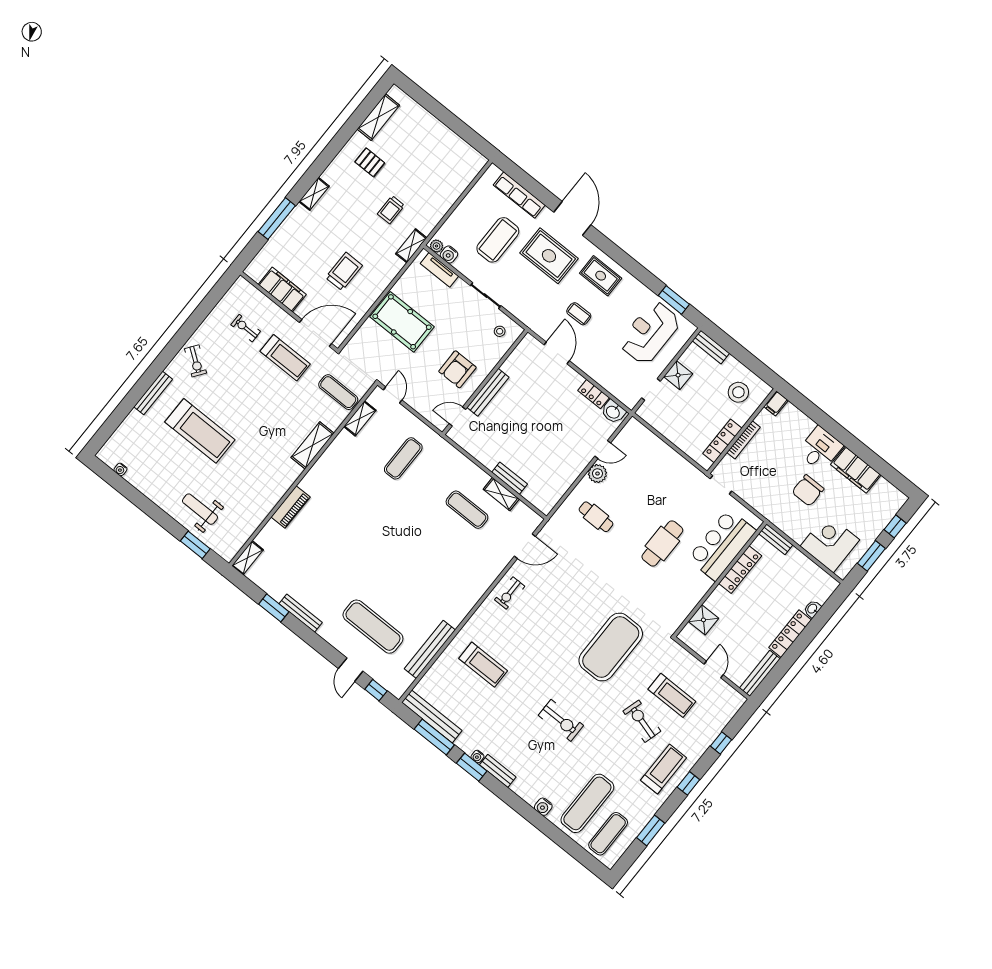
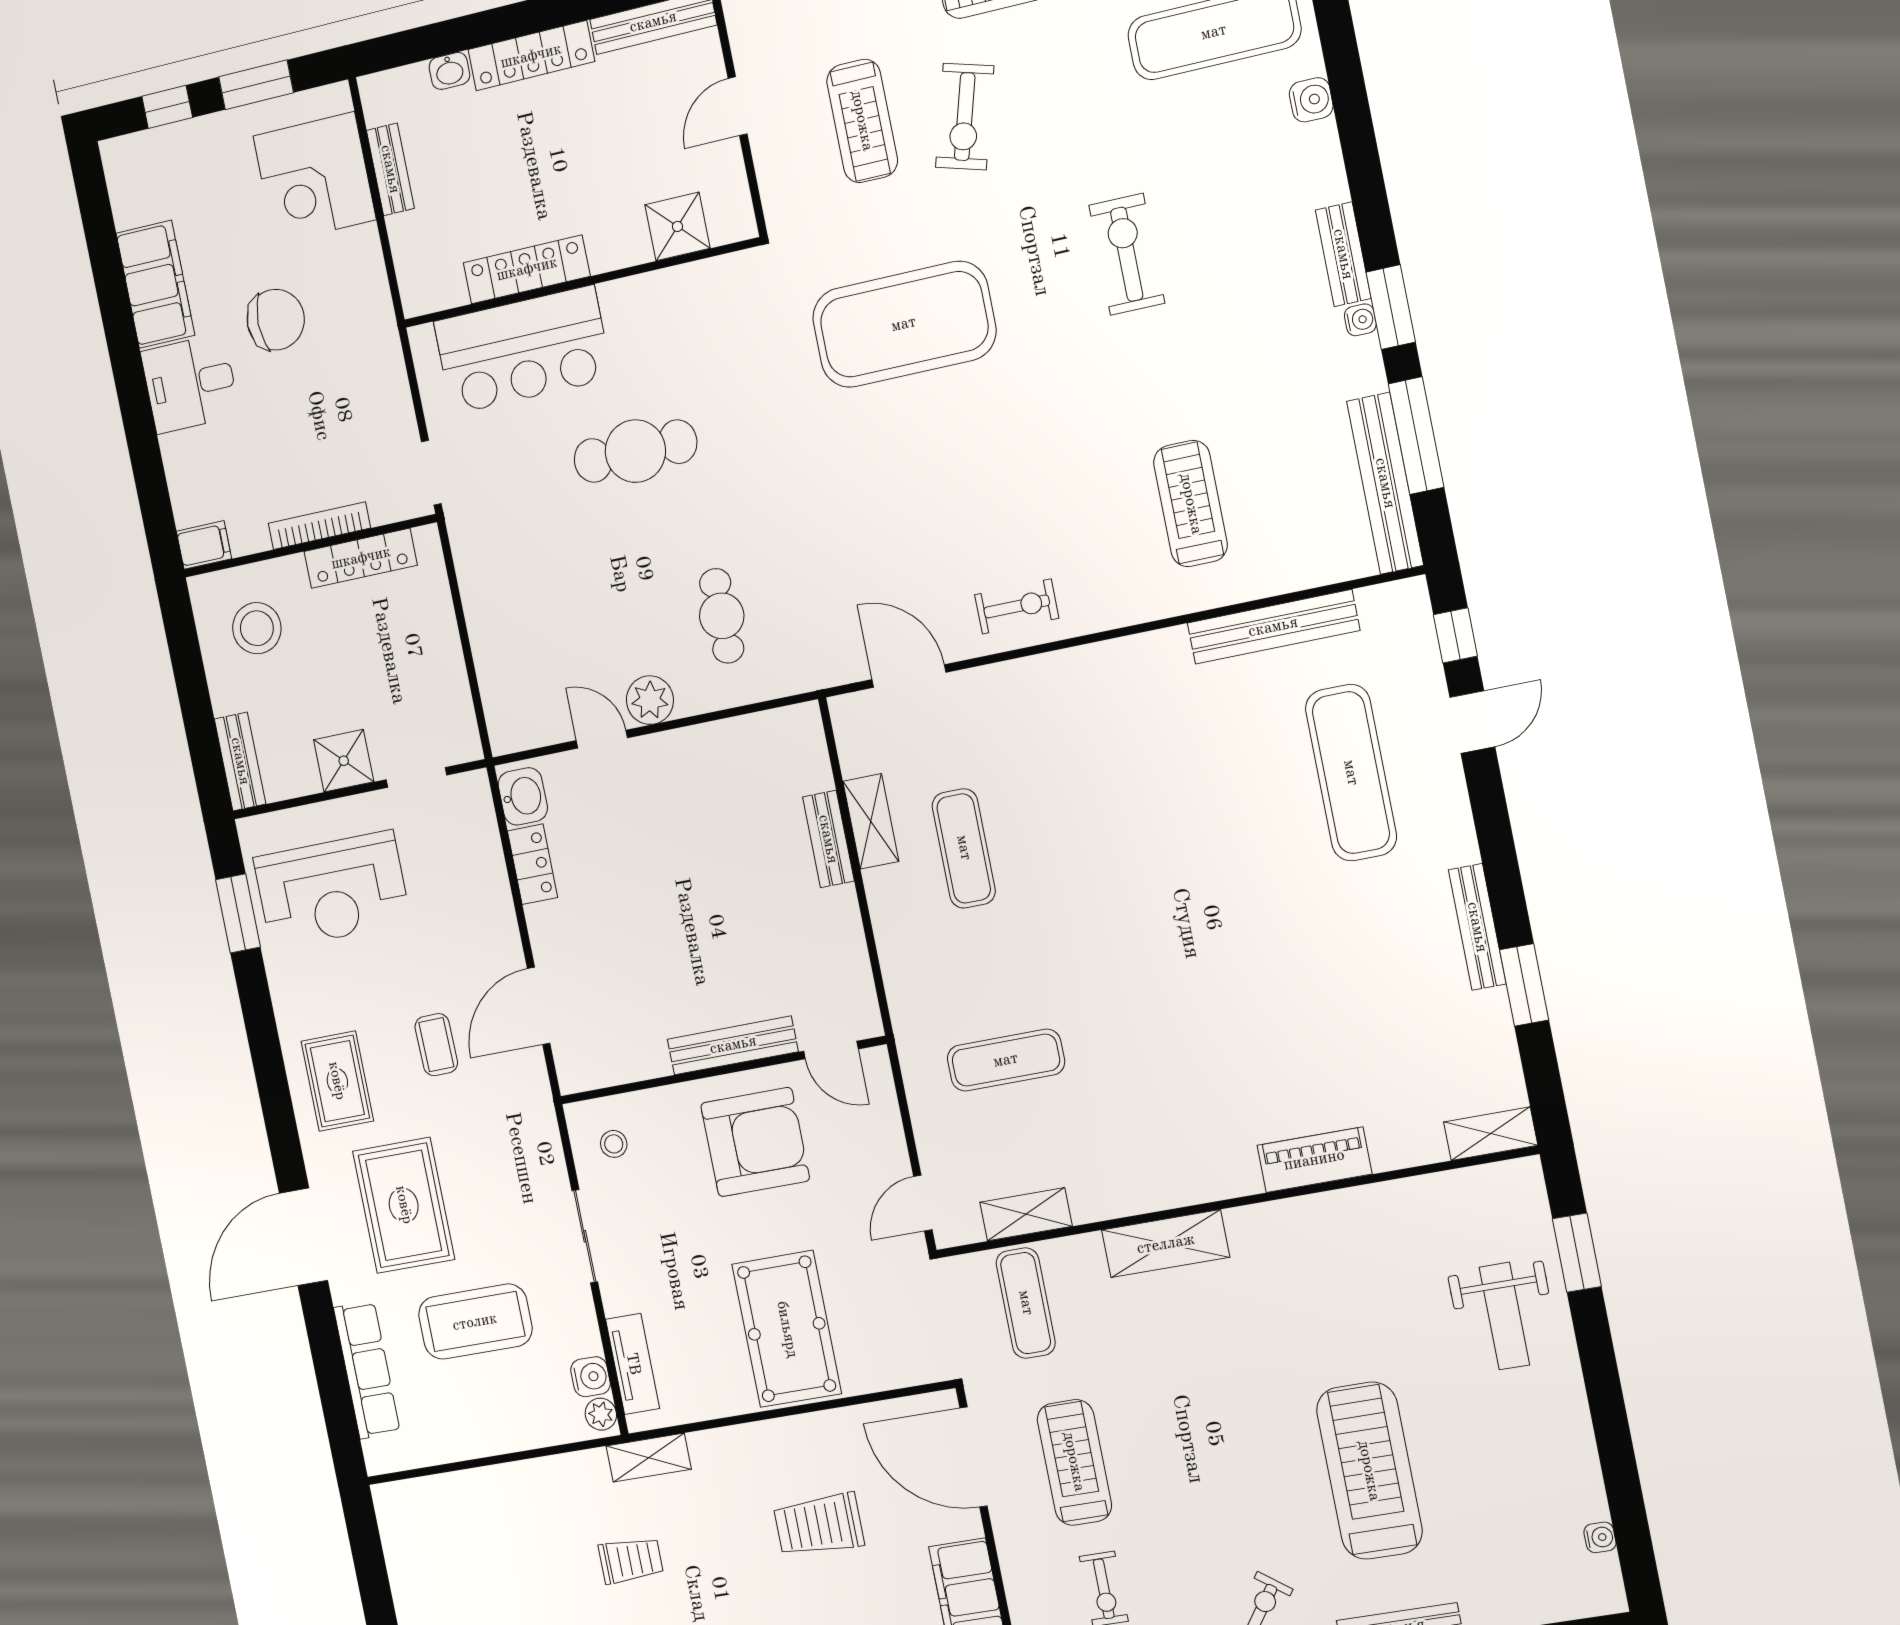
armchair: (457, 369) -> (755, 1142), width x1.36, depth x1.36
bench: (776, 539) -> (390, 169), moved
treadmill: (672, 695) -> (862, 121), turned 180

